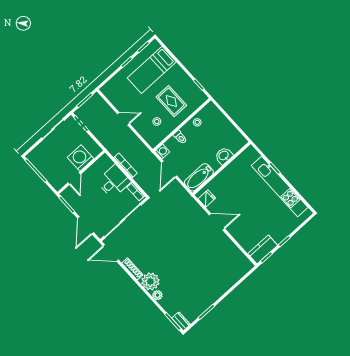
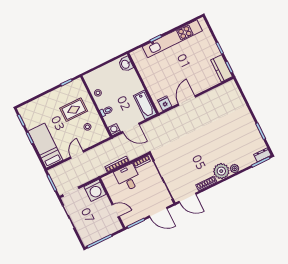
bed: (152, 70) -> (45, 146), moved, turned 180
washbasin: (224, 156) -> (126, 64), moved
washing machine: (81, 158) -> (95, 190), moved, turned -90
door: (111, 253) -> (187, 198), hinge flipped

